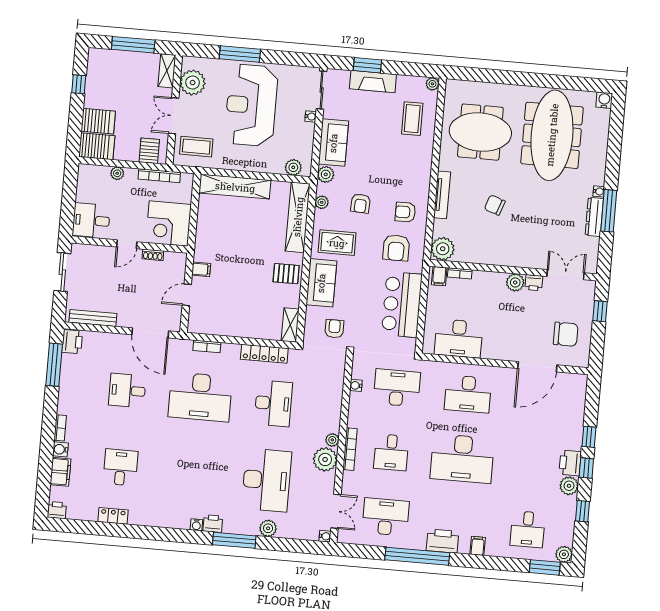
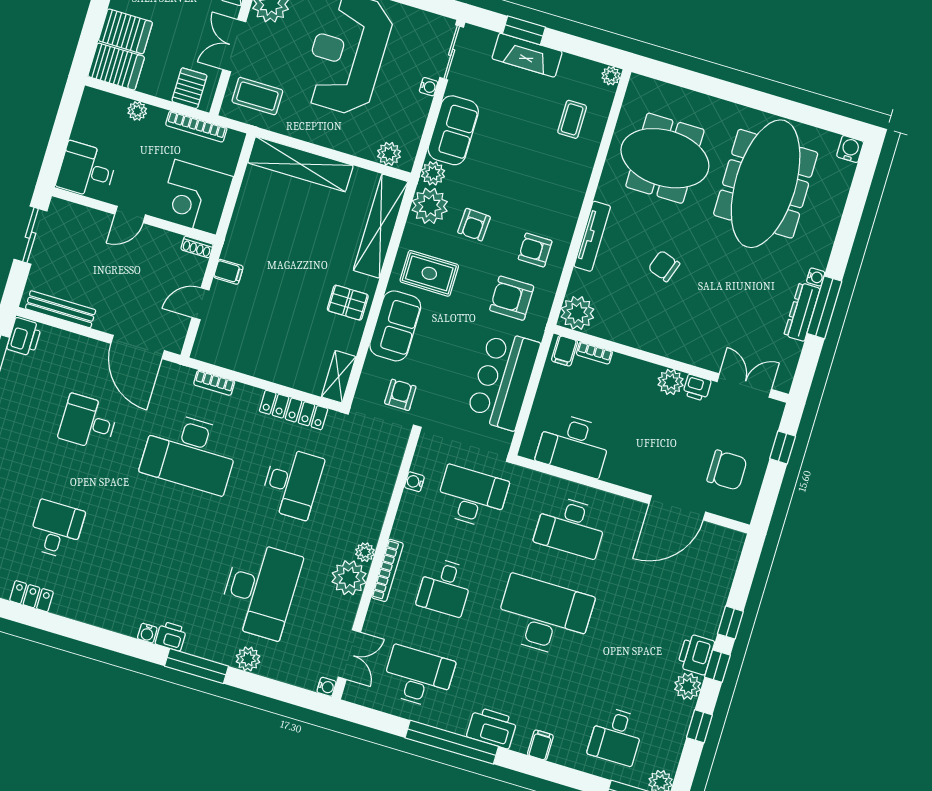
coffee table: (412, 119) -> (572, 119), width x0.73, depth x0.77
plant: (322, 202) -> (430, 206), width x1.88, depth x1.88
armchair: (396, 248) -> (512, 298), turned 90
shoe rack: (153, 255) -> (197, 247), moved
desk: (462, 459) -> (544, 617), turned 180

